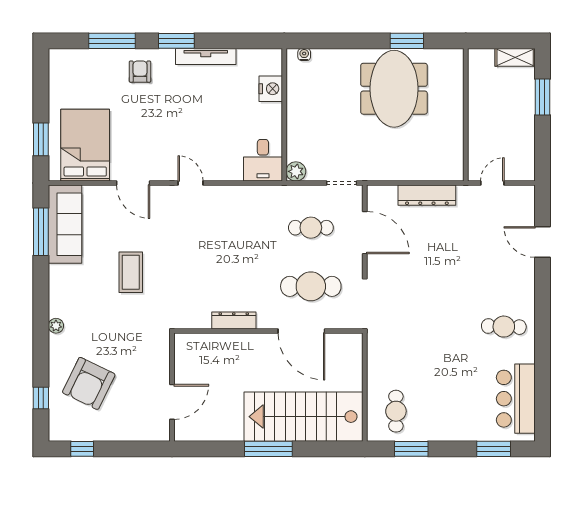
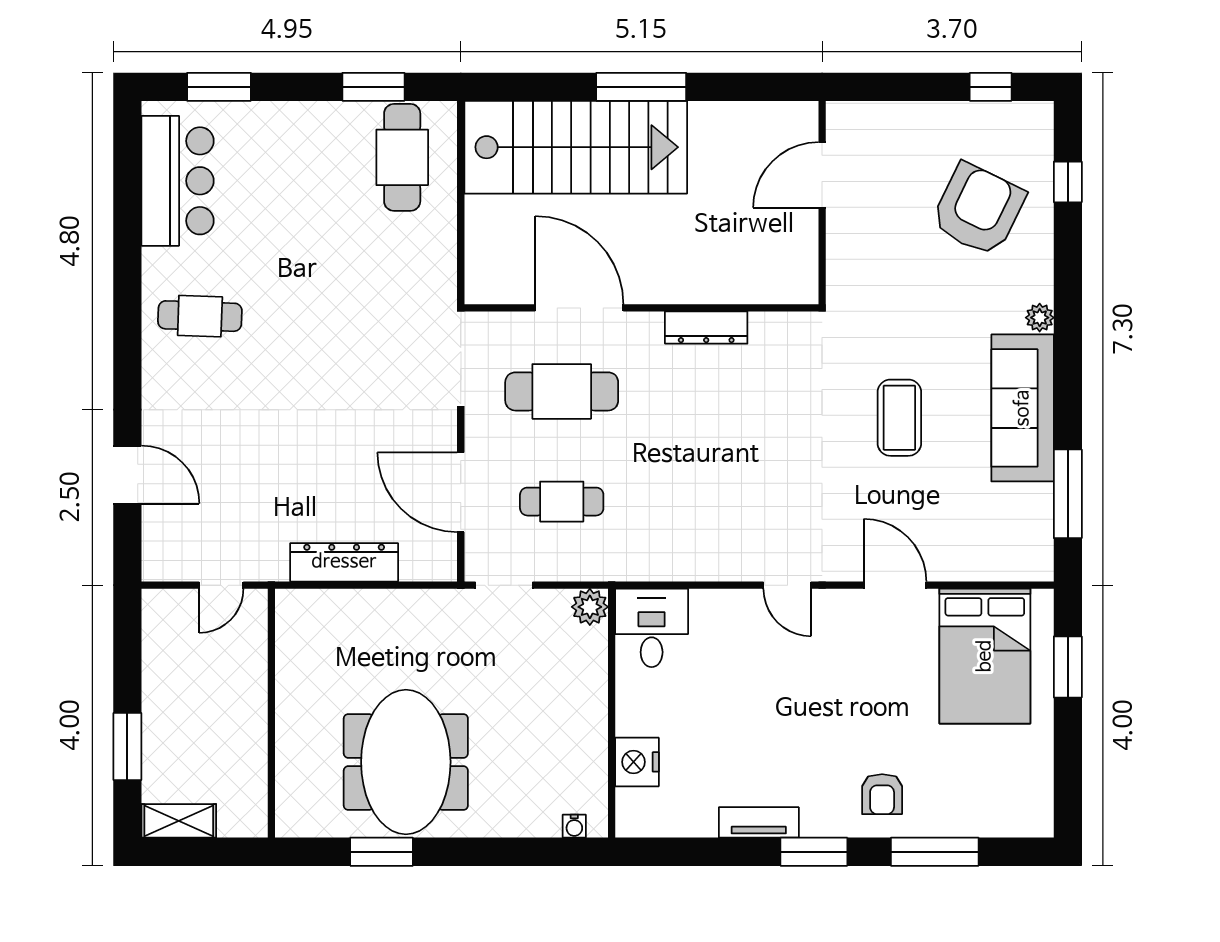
tv unit: (206, 56) -> (759, 822), width x0.71
sofa: (65, 224) -> (1023, 408), moved
cafe table: (396, 411) -> (402, 157), width x1.37, depth x1.35

